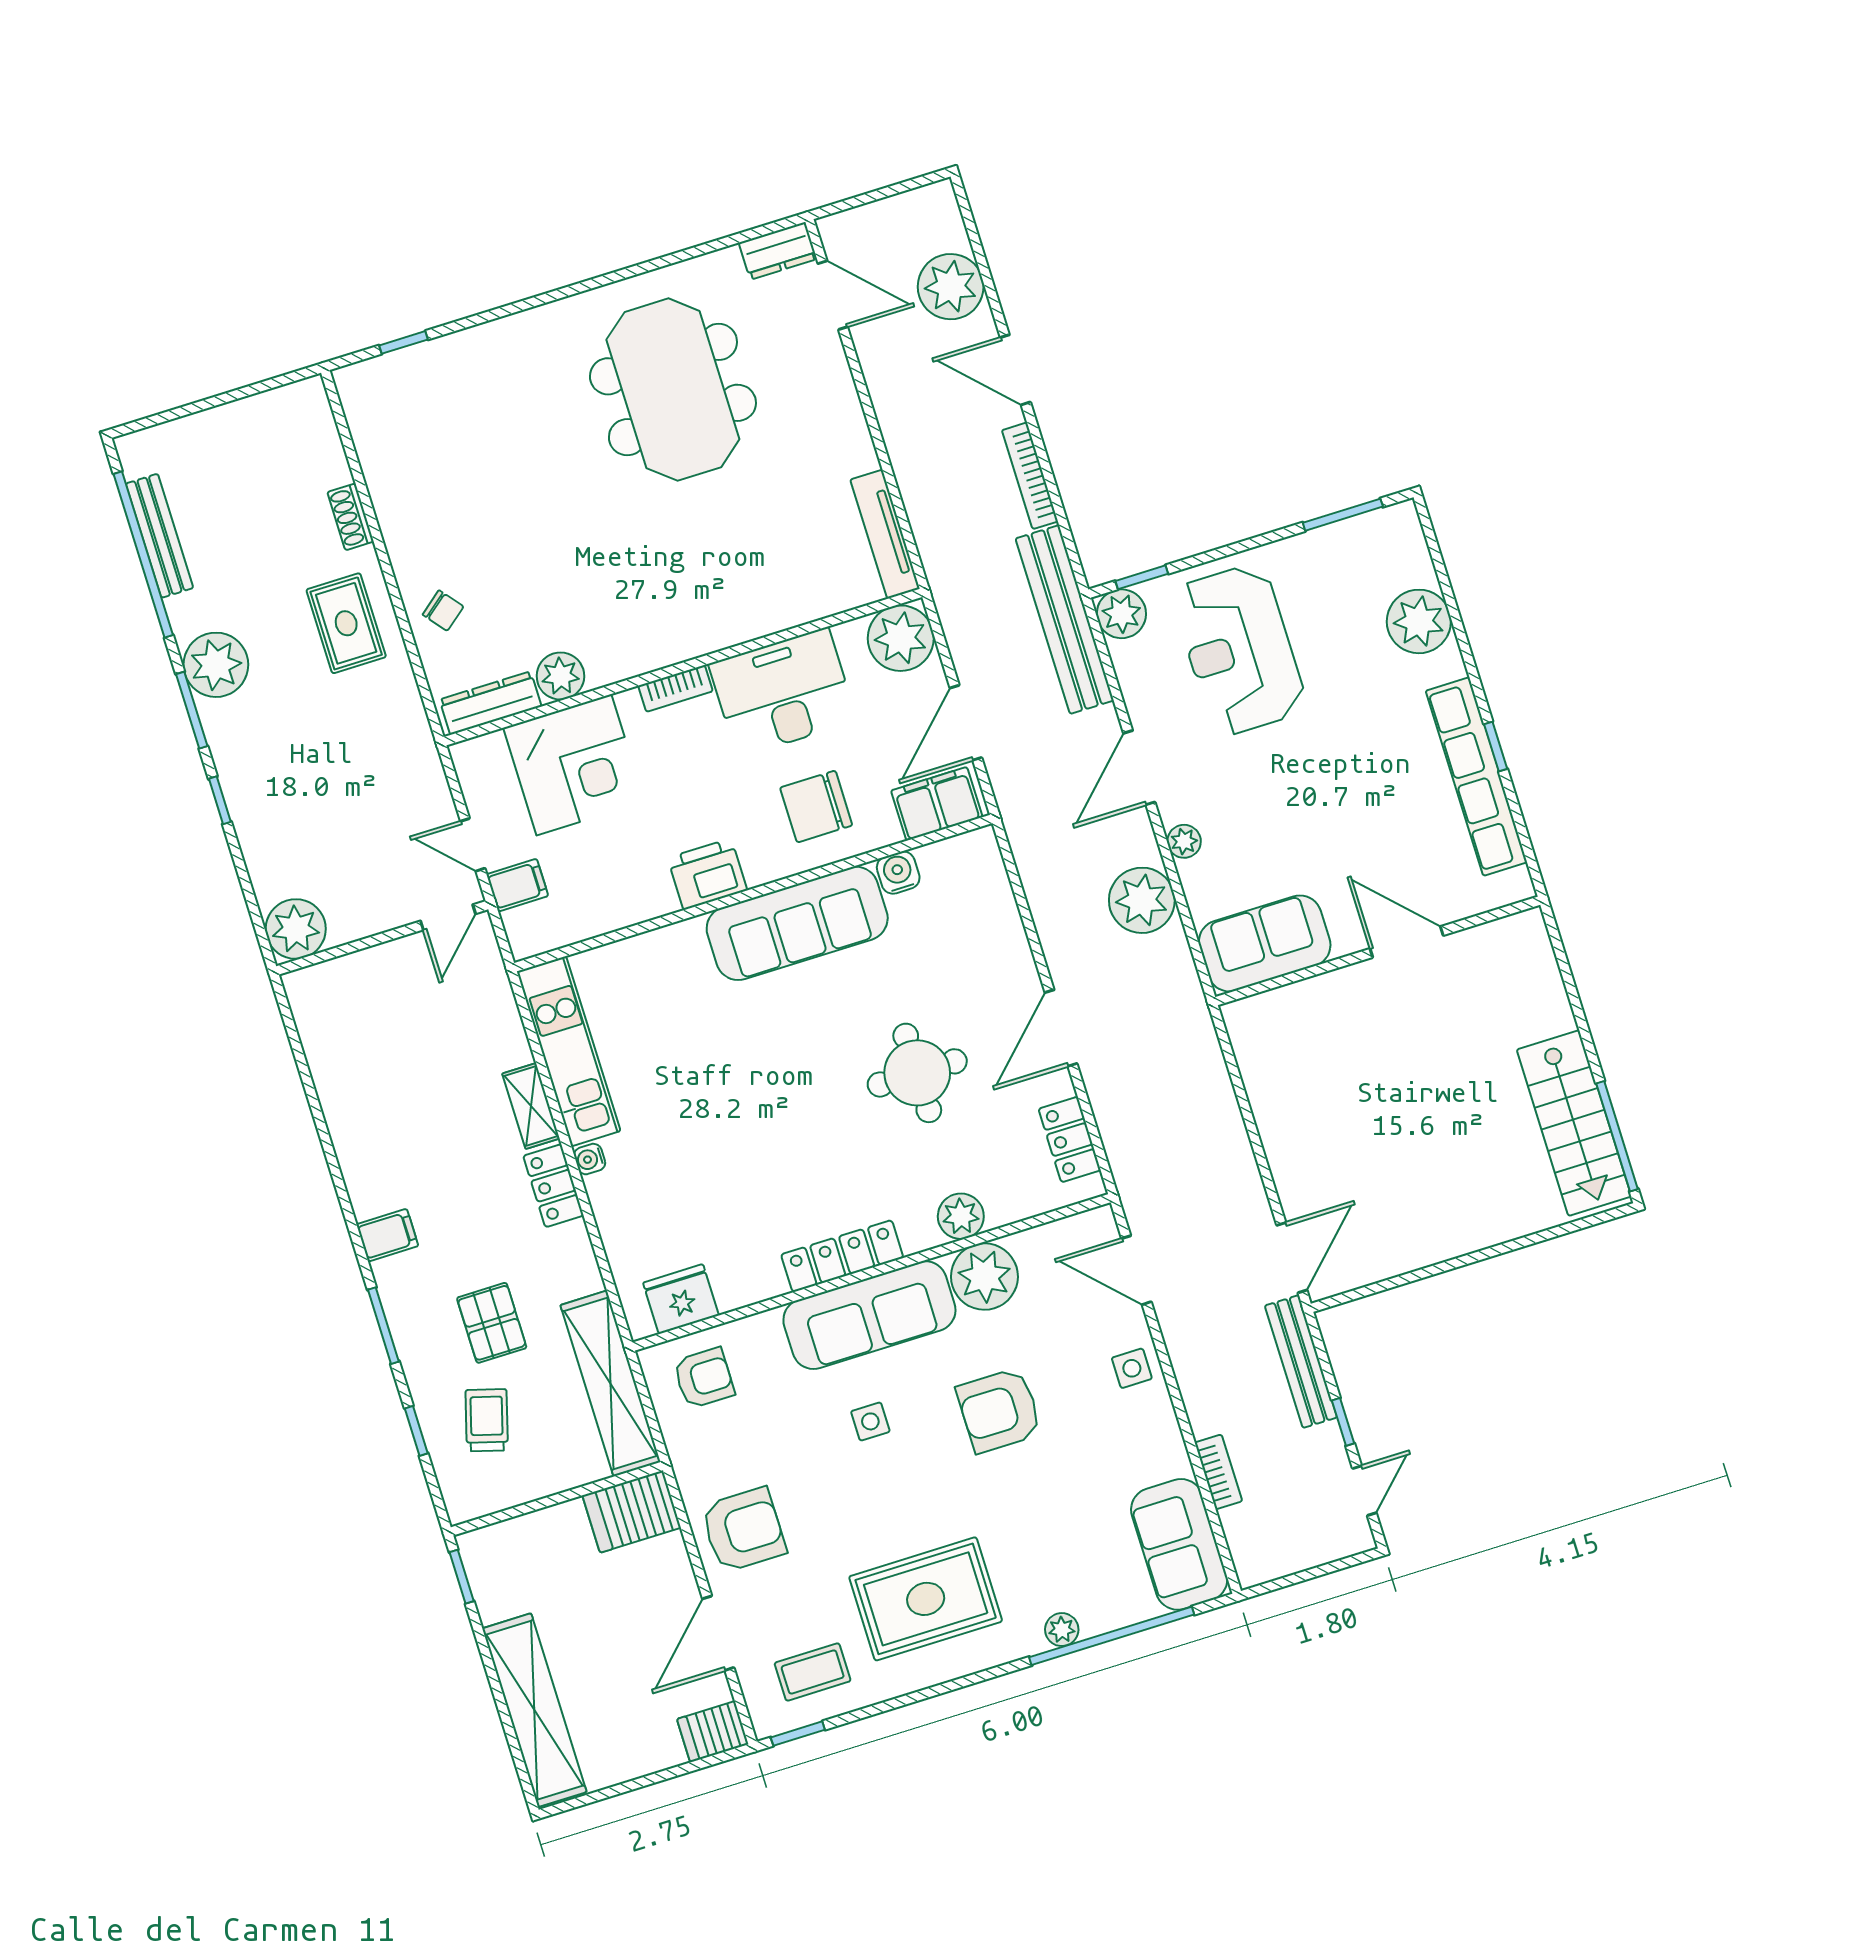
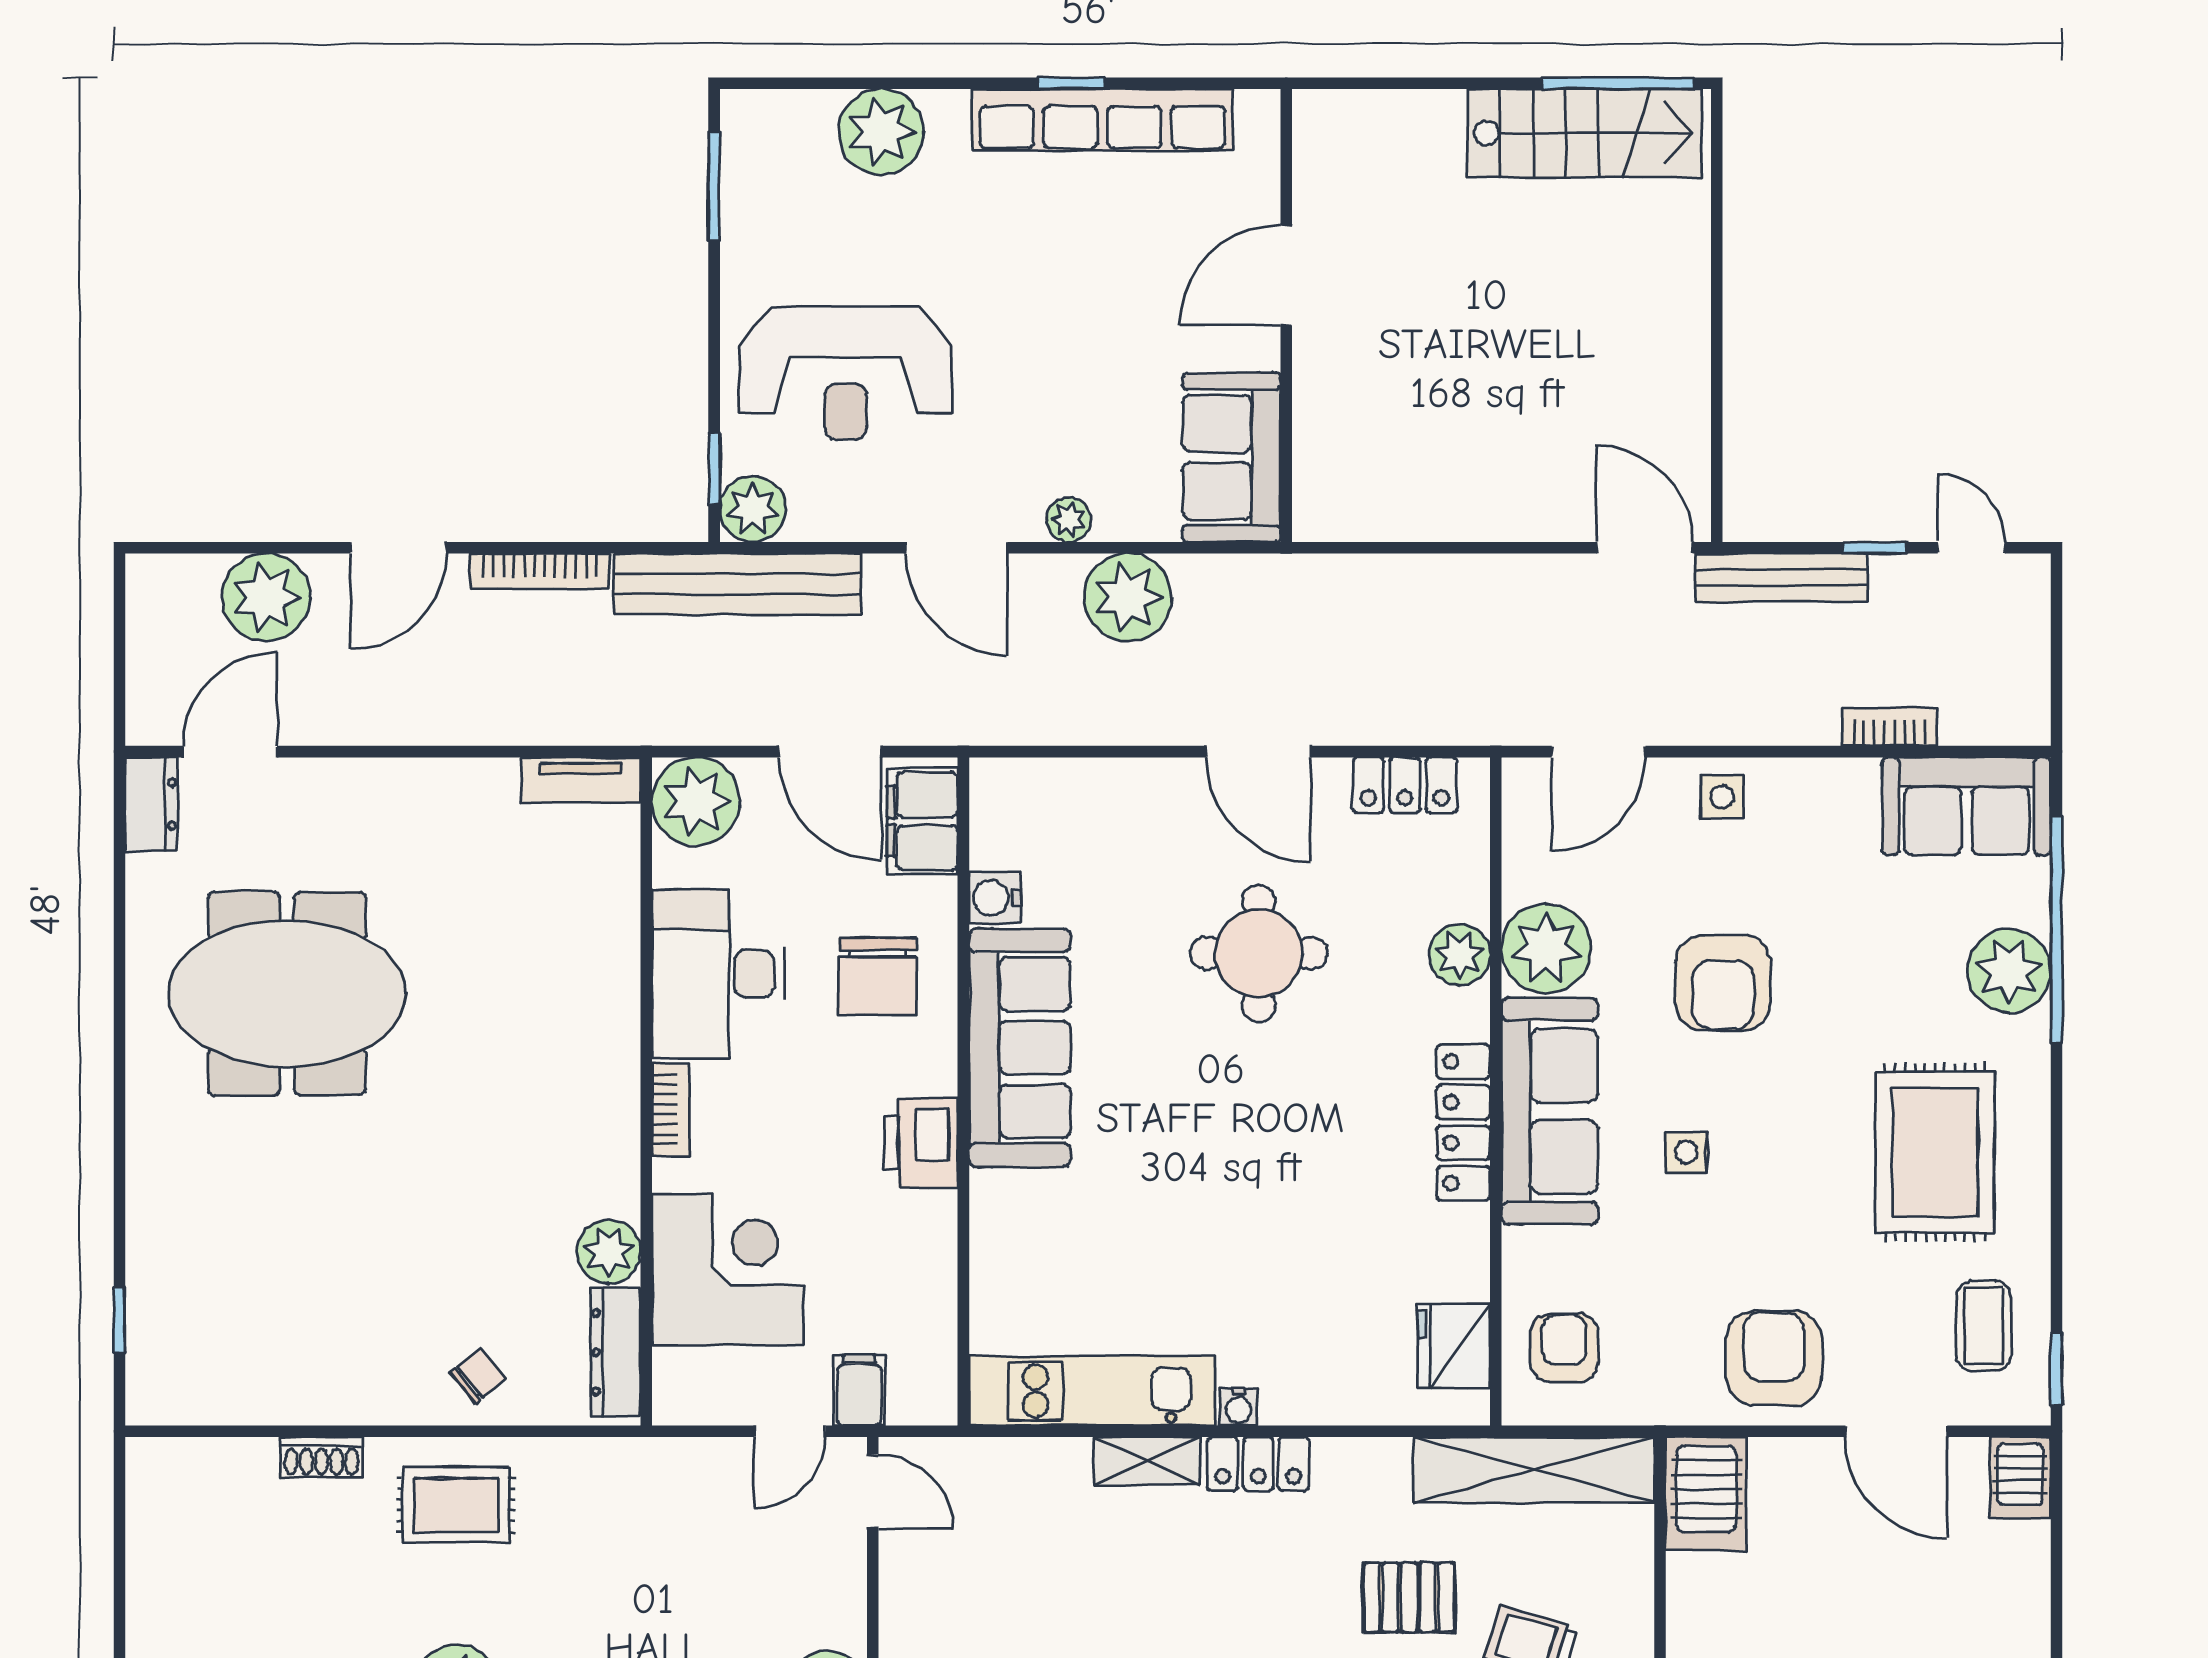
tv unit: (885, 534) -> (581, 780), width x0.71
plant: (1062, 1630) -> (2009, 971), width x1.88, depth x1.88

